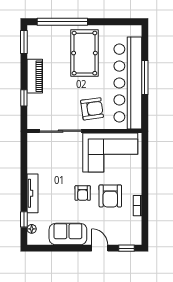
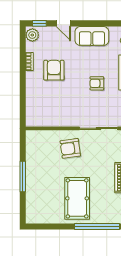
bar counter: (128, 83) -> (38, 172), removed
corner sofa: (110, 153) -> (54, 109), removed
armchair: (83, 193) -> (97, 83), moved, turned -90
plant: (134, 235) -> (32, 35), added

